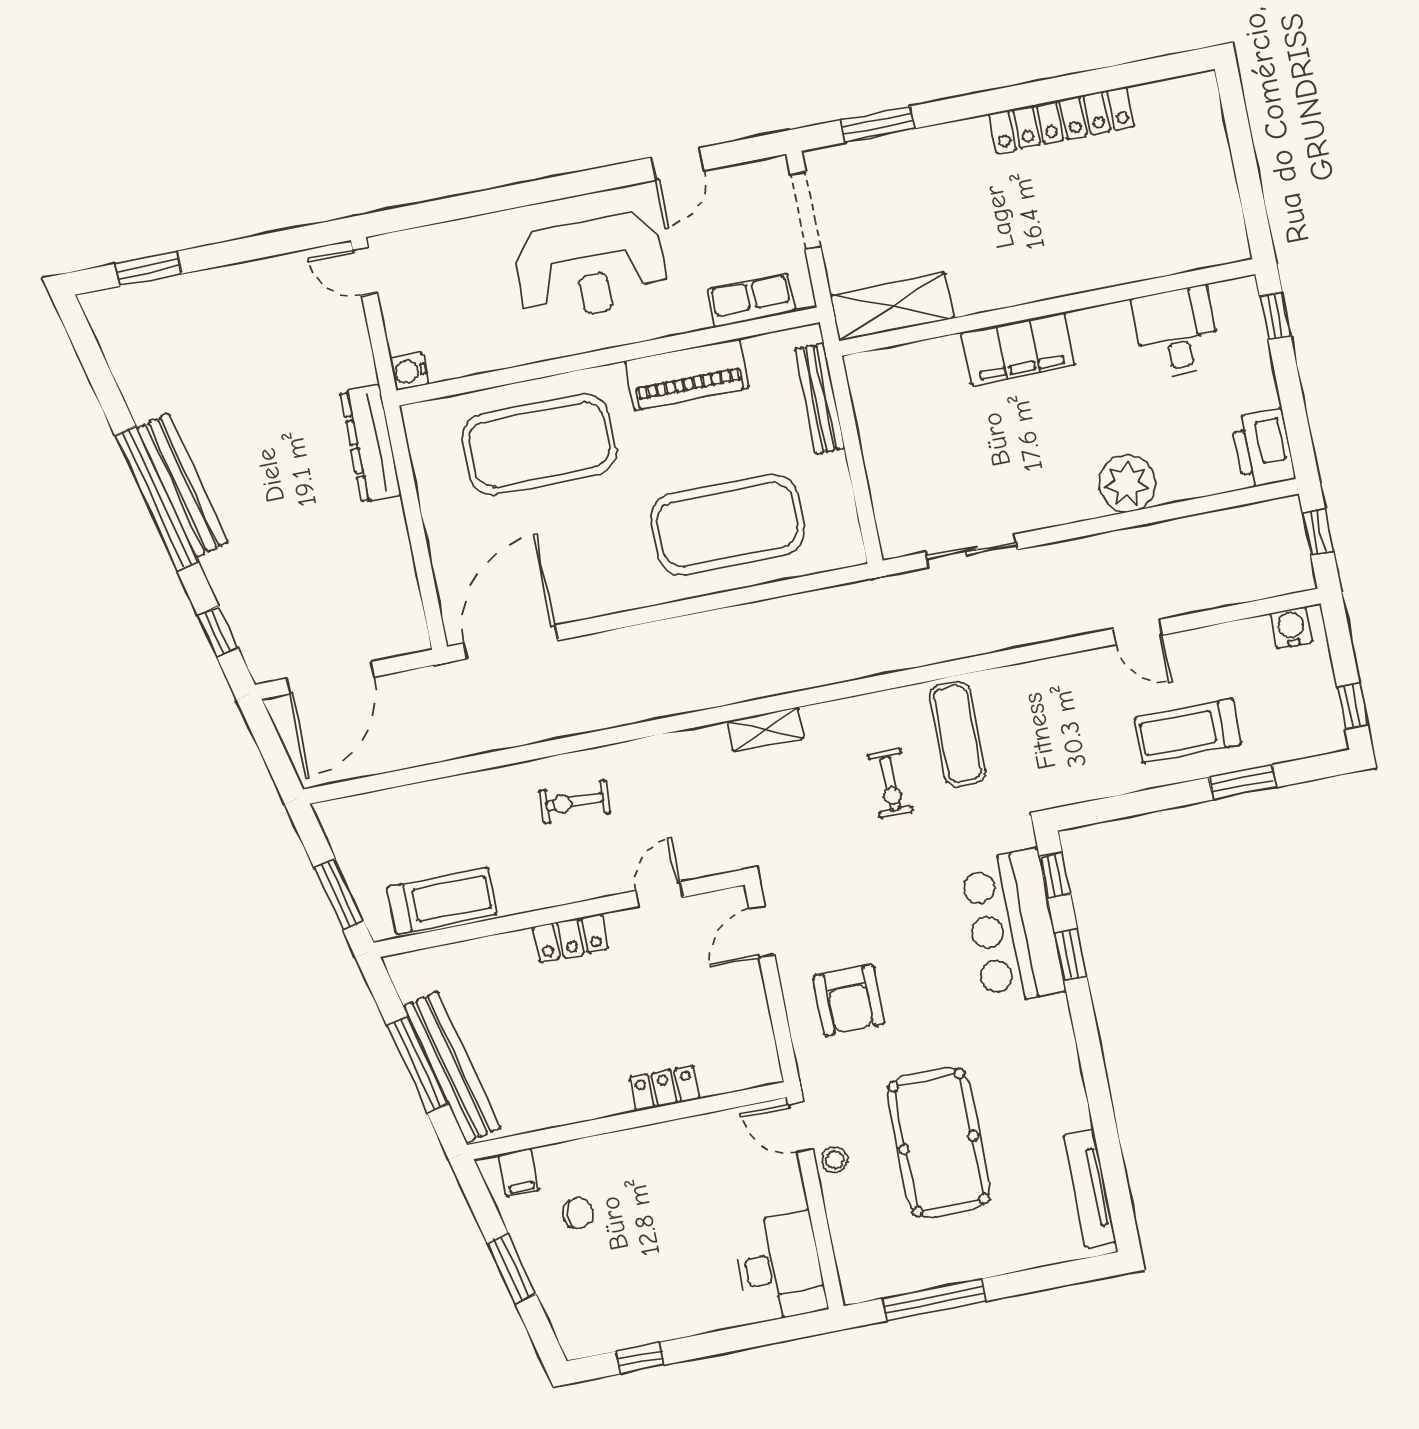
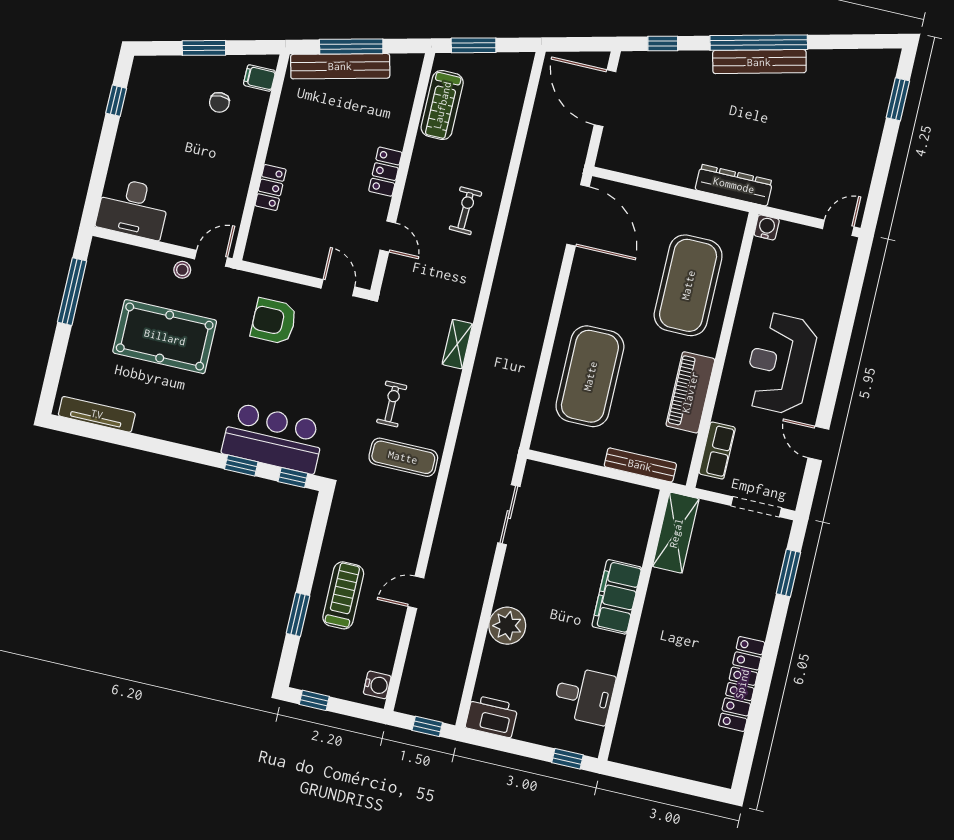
exercise bike: (890, 783) -> (392, 404), turned 90

